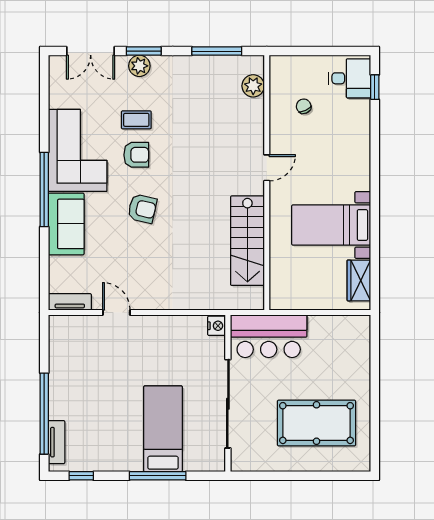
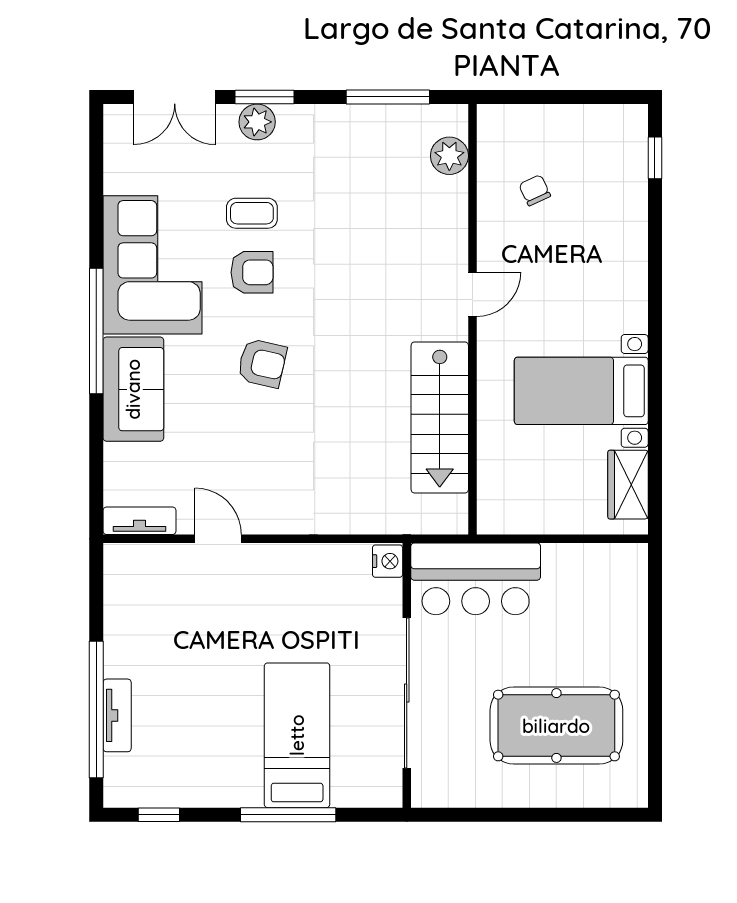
desk: (350, 78) -> (612, 143), removed
tv unit: (57, 442) -> (117, 715), moved

